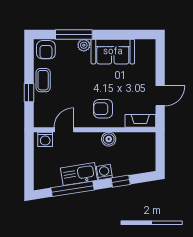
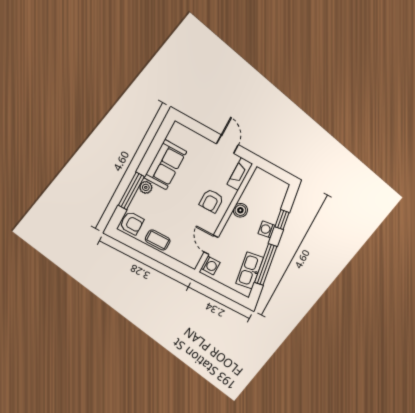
window: (29, 93) -> (162, 258), removed
kitchen sink: (79, 174) -> (250, 270), moved

